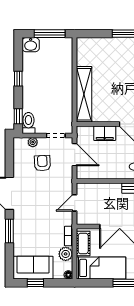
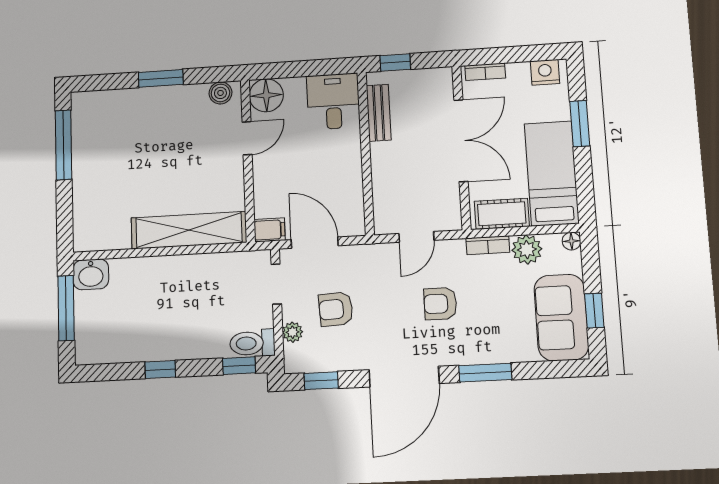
washbasin: (31, 45) -> (91, 274), moved, turned 90
filing cabinet: (105, 133) -> (270, 230), moved, width x0.50
window: (9, 155) -> (321, 381), added
door: (75, 155) -> (315, 243), hinge flipped
door: (75, 203) -> (416, 237), hinge flipped
armchair: (42, 212) -> (440, 304), added

